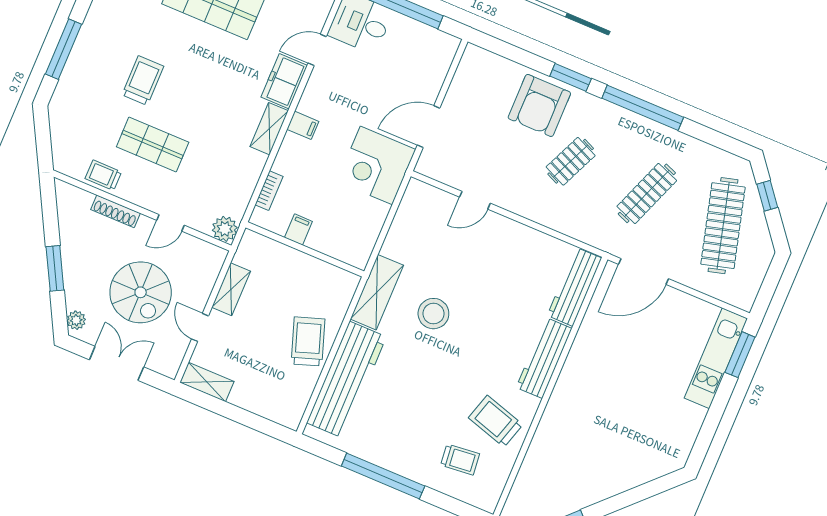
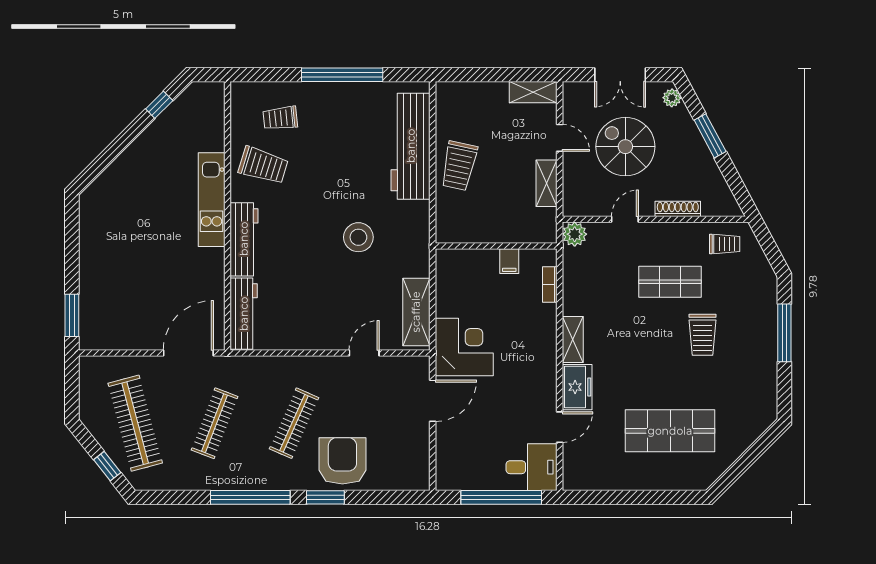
filing cabinet: (303, 125) -> (544, 355), removed
clothes rail: (571, 161) -> (294, 423), width x1.36
trolley: (103, 175) -> (725, 244), moved
shelving: (377, 292) -> (416, 312), moved
trolley: (308, 341) -> (459, 166), turned 31
kitchen unit: (716, 358) -> (212, 200), moved, turned 180

